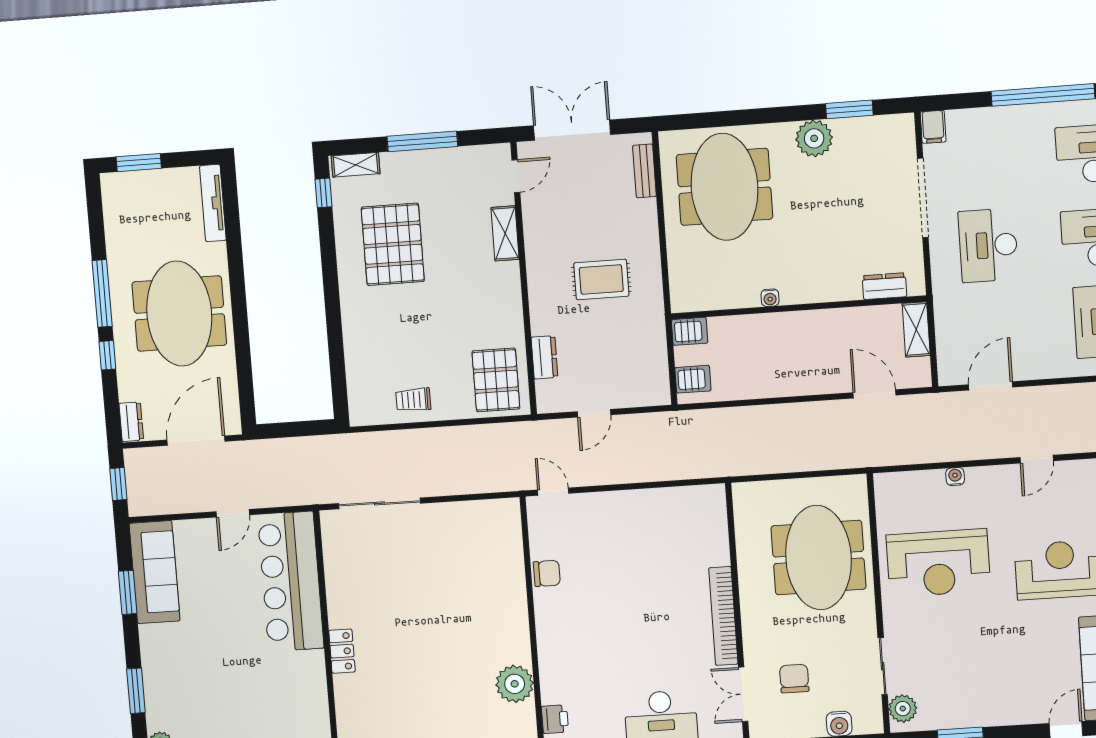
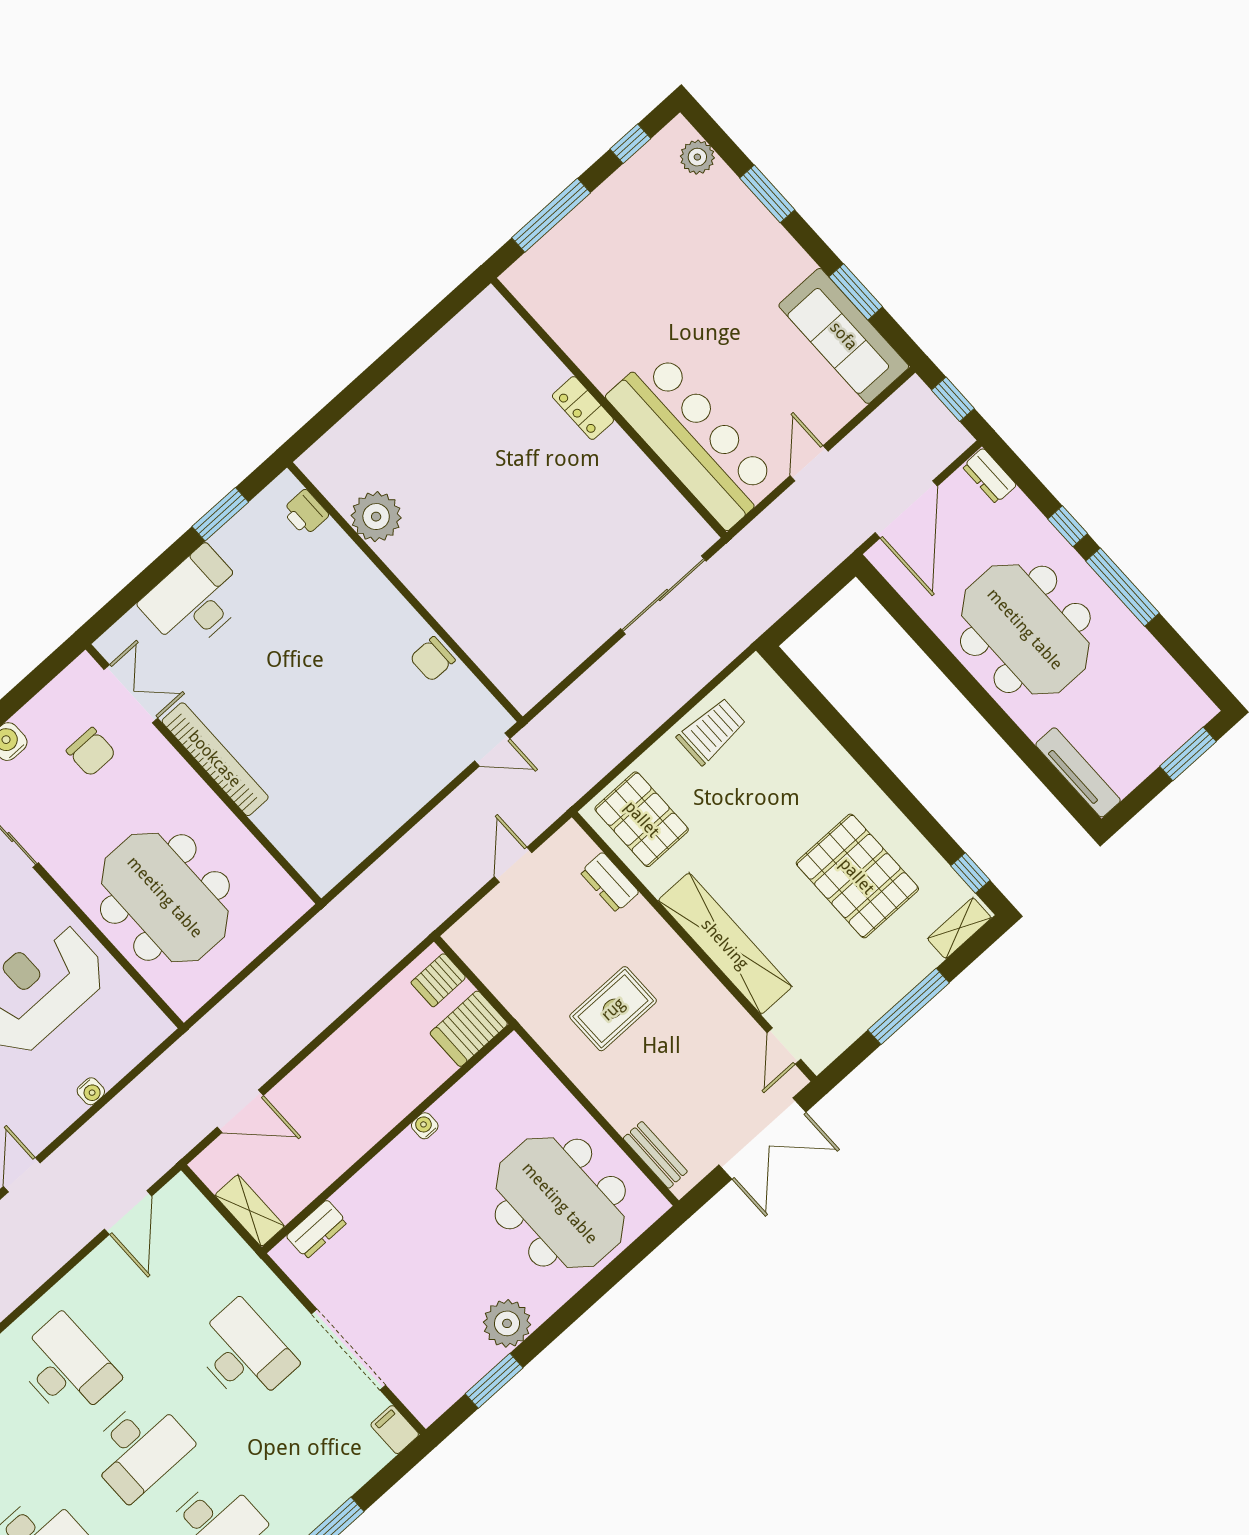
shelving: (505, 233) -> (725, 944), width x2.20, depth x1.33
server rack: (690, 331) -> (469, 1029), width x1.36, depth x1.44
trolley: (413, 400) -> (712, 731), width x1.36, depth x1.39

